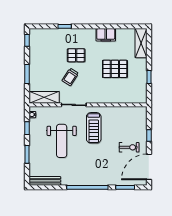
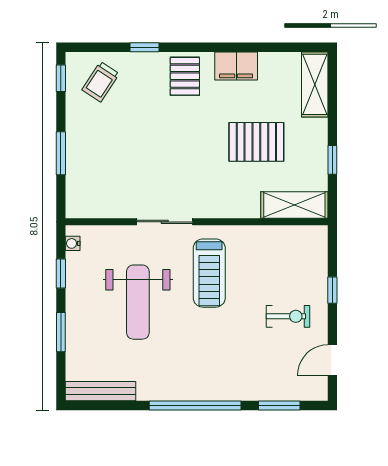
pallet: (76, 55) -> (185, 76), moved, turned 90
trolley: (70, 77) -> (101, 82), moved
shelving: (44, 97) -> (294, 205), moved
door: (149, 167) -> (332, 360), width x0.53

